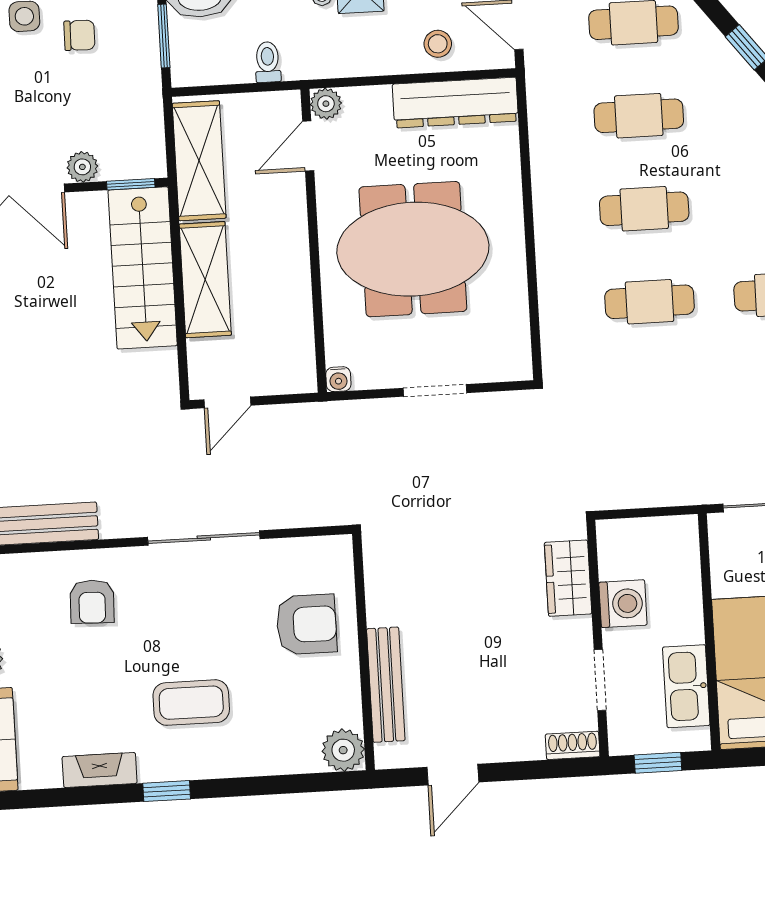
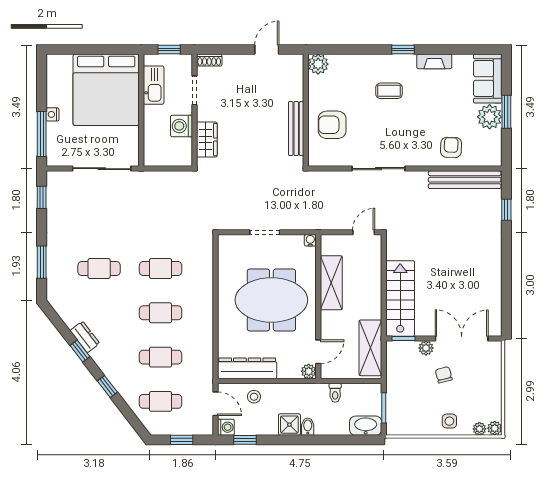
chair: (79, 35) -> (444, 375), moved, turned 74
shelving: (205, 280) -> (331, 283), moved
armchair: (92, 602) -> (451, 147), moved
bench: (386, 685) -> (296, 129), moved
coffee table: (191, 703) -> (389, 91), width x0.73, depth x0.77

